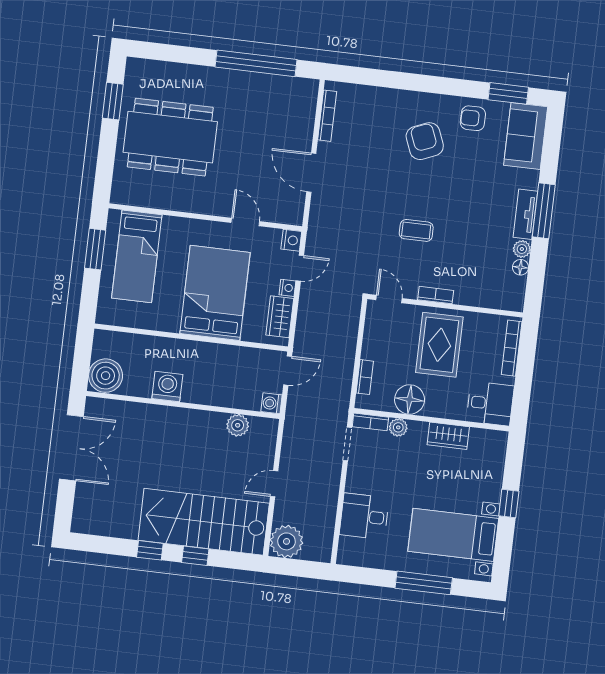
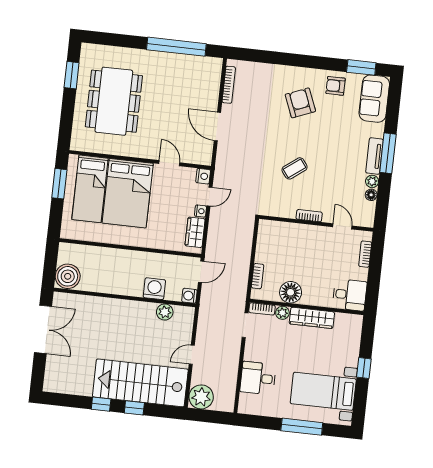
dining table: (170, 137) -> (114, 101), turned 90
coffee table: (416, 230) -> (295, 168), turned -37
bed: (215, 293) -> (128, 193), moved, turned 180
door: (389, 299) -> (342, 226), moved
rug: (439, 345) -> (312, 252), removed
bookcase: (512, 348) -> (365, 254), width x0.64
washing machine: (167, 387) -> (154, 289), moved
wardrobe: (448, 436) -> (312, 318), width x1.50

